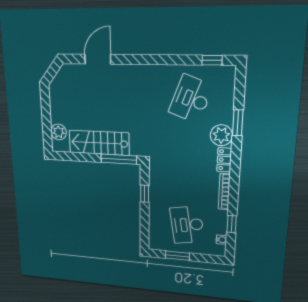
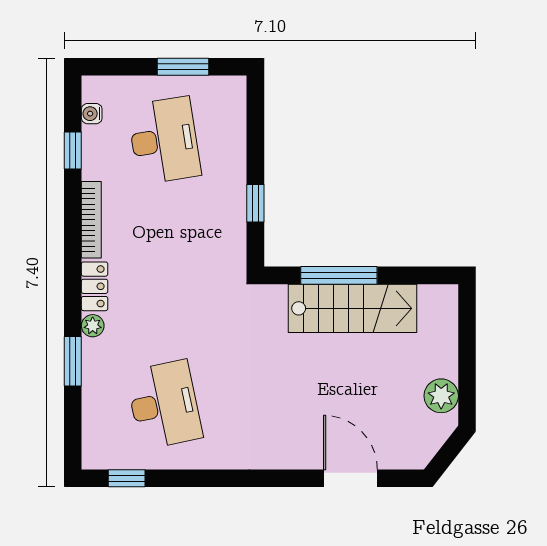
door: (98, 59) -> (350, 478), swing flipped
desk: (191, 99) -> (164, 405), turned -33
plant: (59, 132) -> (441, 396), moved
plant: (221, 135) -> (93, 326), width x0.53, depth x0.53
window: (119, 159) -> (339, 275), moved

